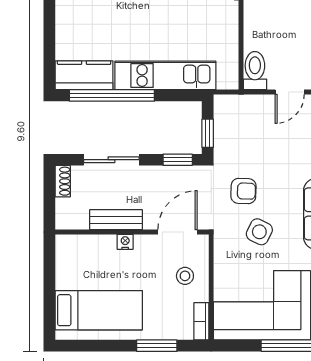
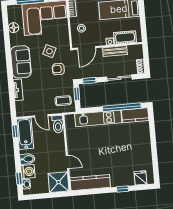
door: (290, 92) -> (41, 116), swing flipped
coffee table: (239, 121) -> (63, 101), added
cot: (91, 247) -> (125, 37), added

